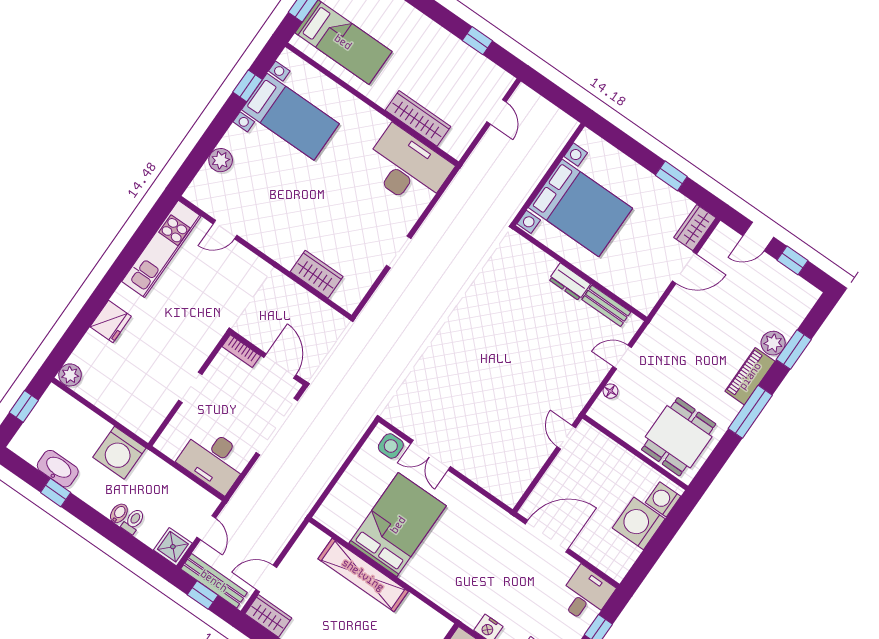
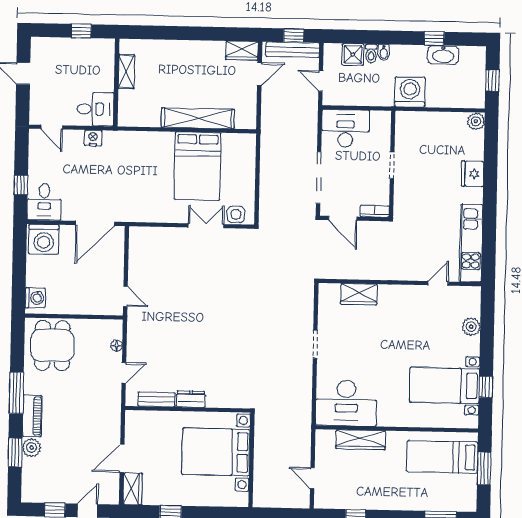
washing machine: (639, 523) -> (44, 239), moved, turned 90
shower: (173, 547) -> (353, 54), moved

